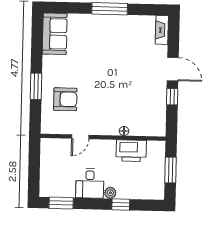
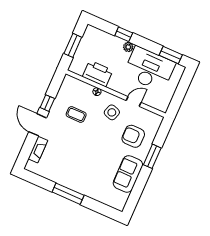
fireplace: (162, 30) -> (38, 150), moved
sofa: (55, 34) -> (128, 174), moved
coffee table: (136, 97) -> (76, 115), added
side table: (99, 115) -> (112, 112), added
desk: (90, 183) -> (149, 69), width x1.87, depth x1.30

